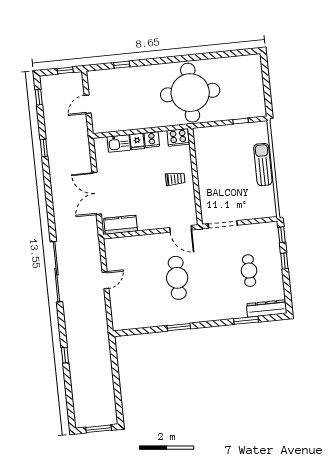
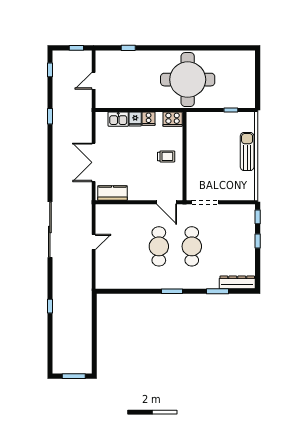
cafe table: (249, 271) -> (192, 246), moved, width x1.37, depth x1.35
window: (179, 327) -> (172, 291), moved

